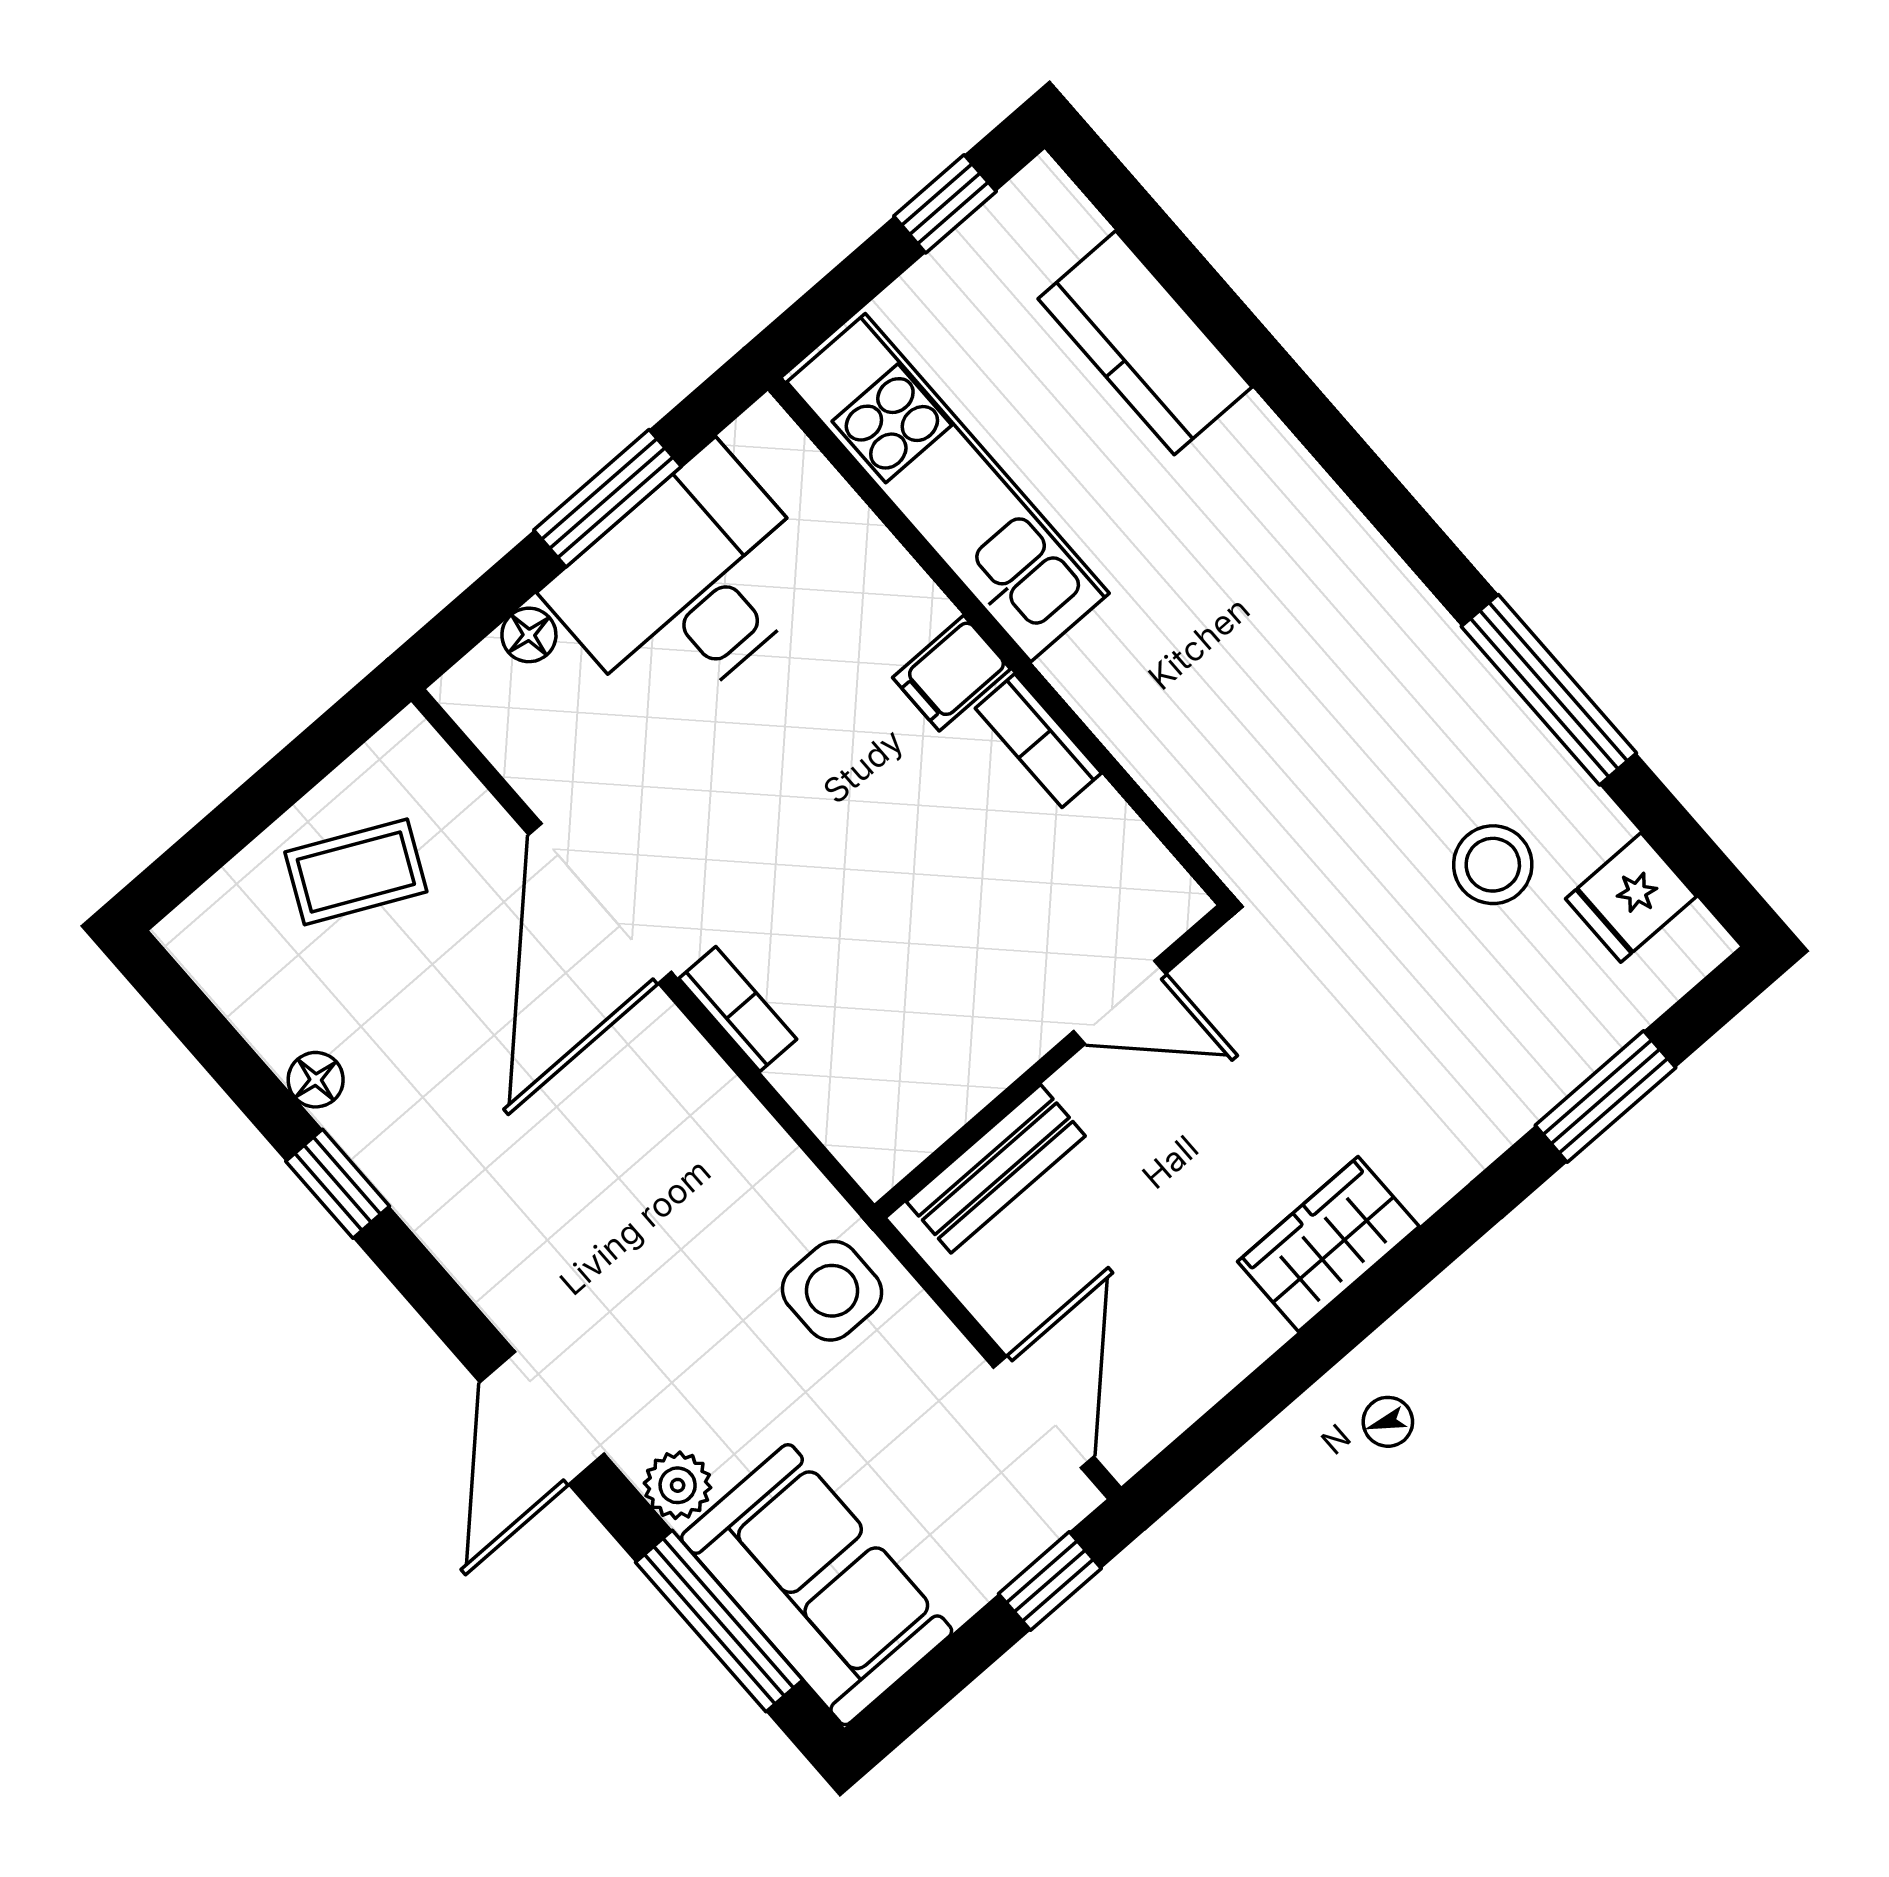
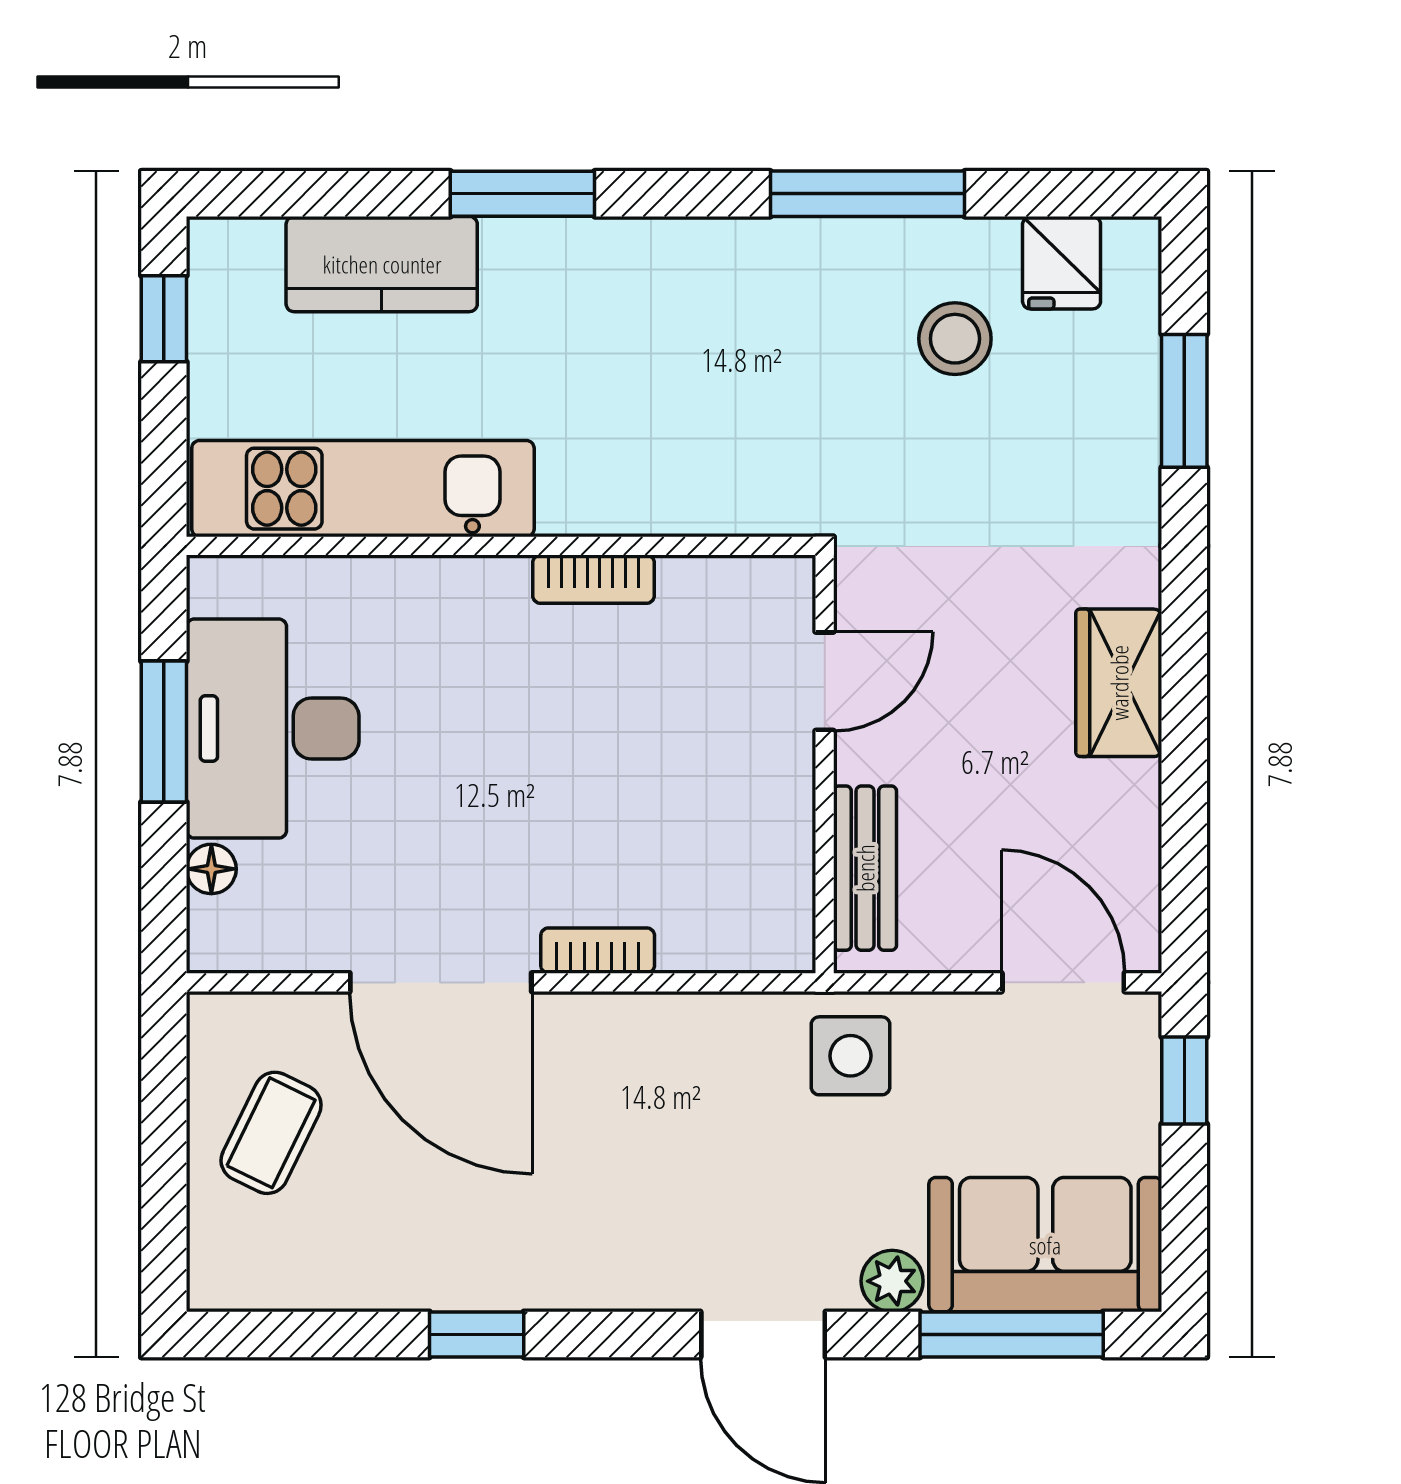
window: (1303, 408) -> (522, 194), added
filing cabinet: (951, 673) -> (494, 599), removed
floor lamp: (316, 1080) -> (391, 1287), removed

